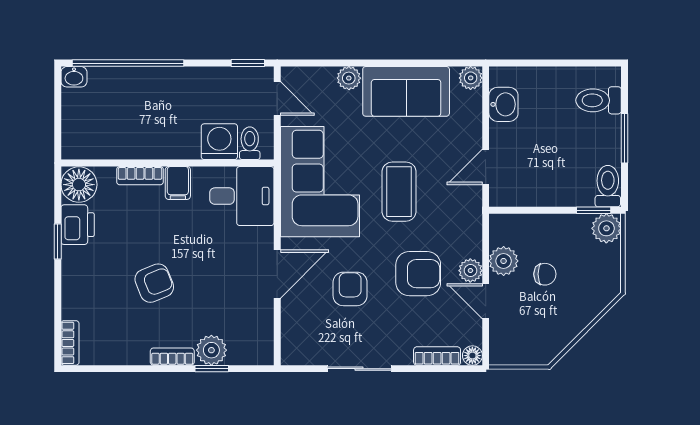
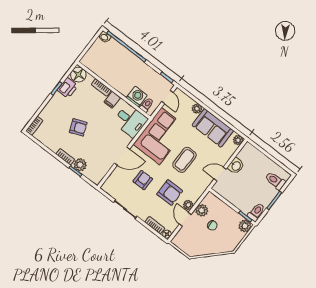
washbasin: (503, 104) -> (236, 166), moved

